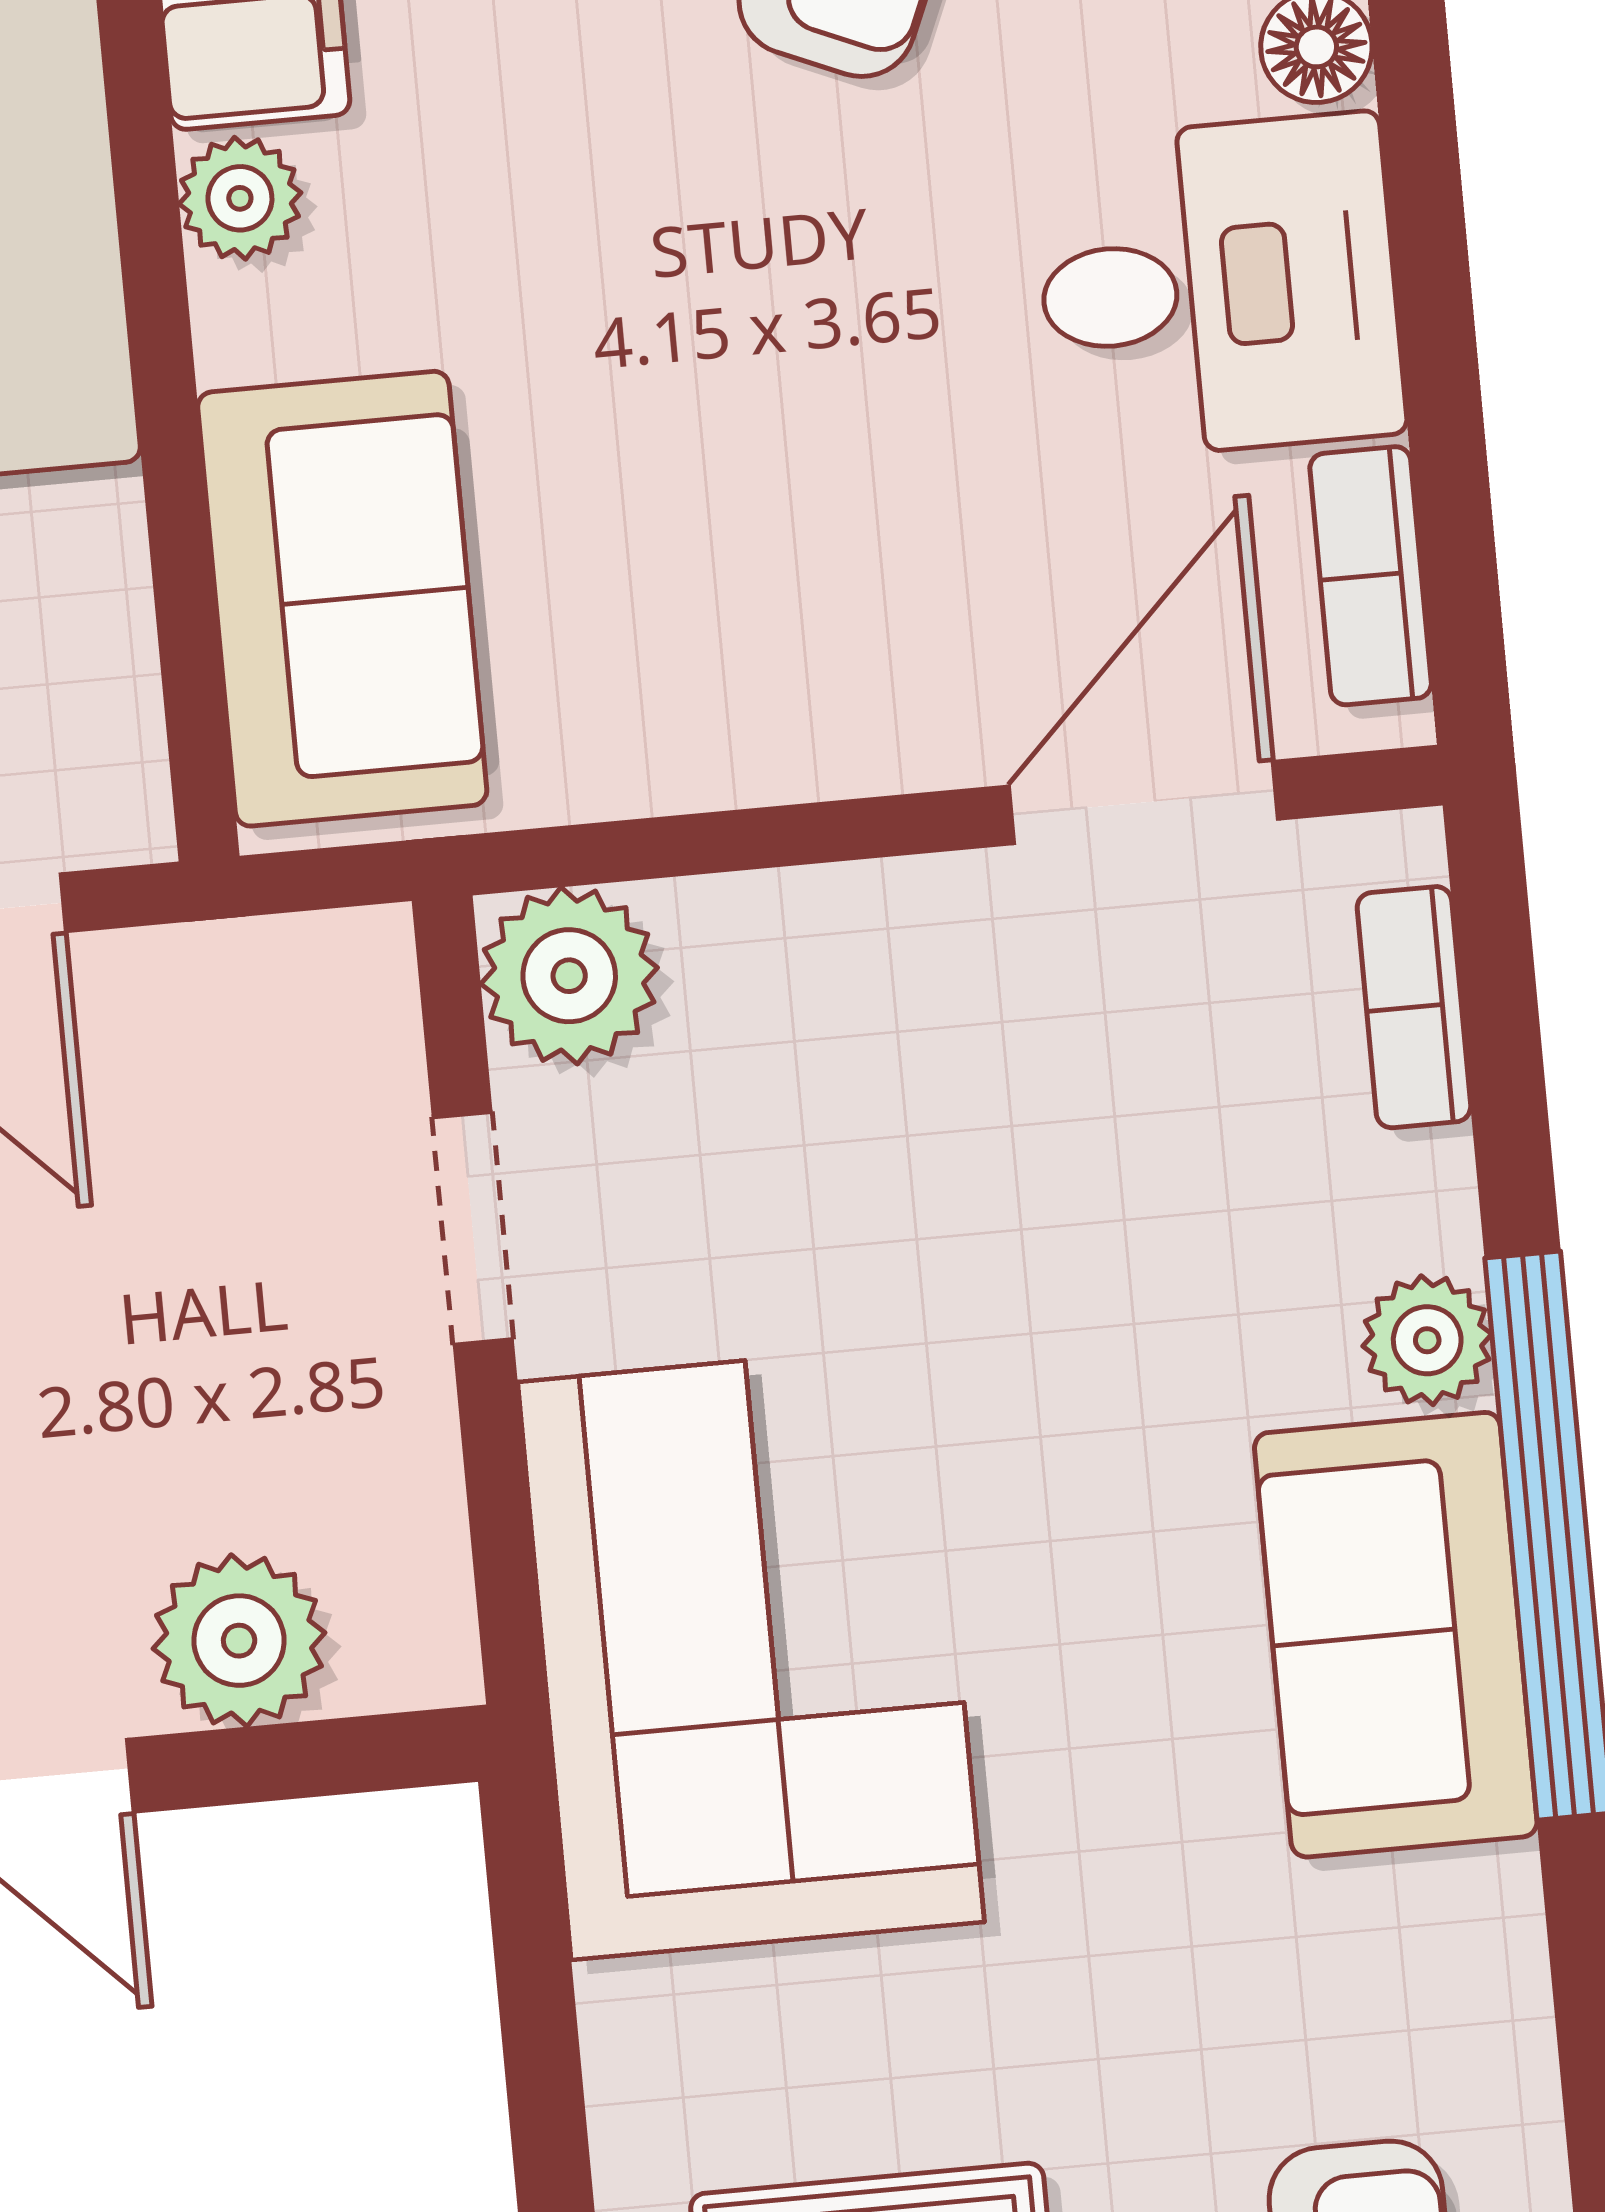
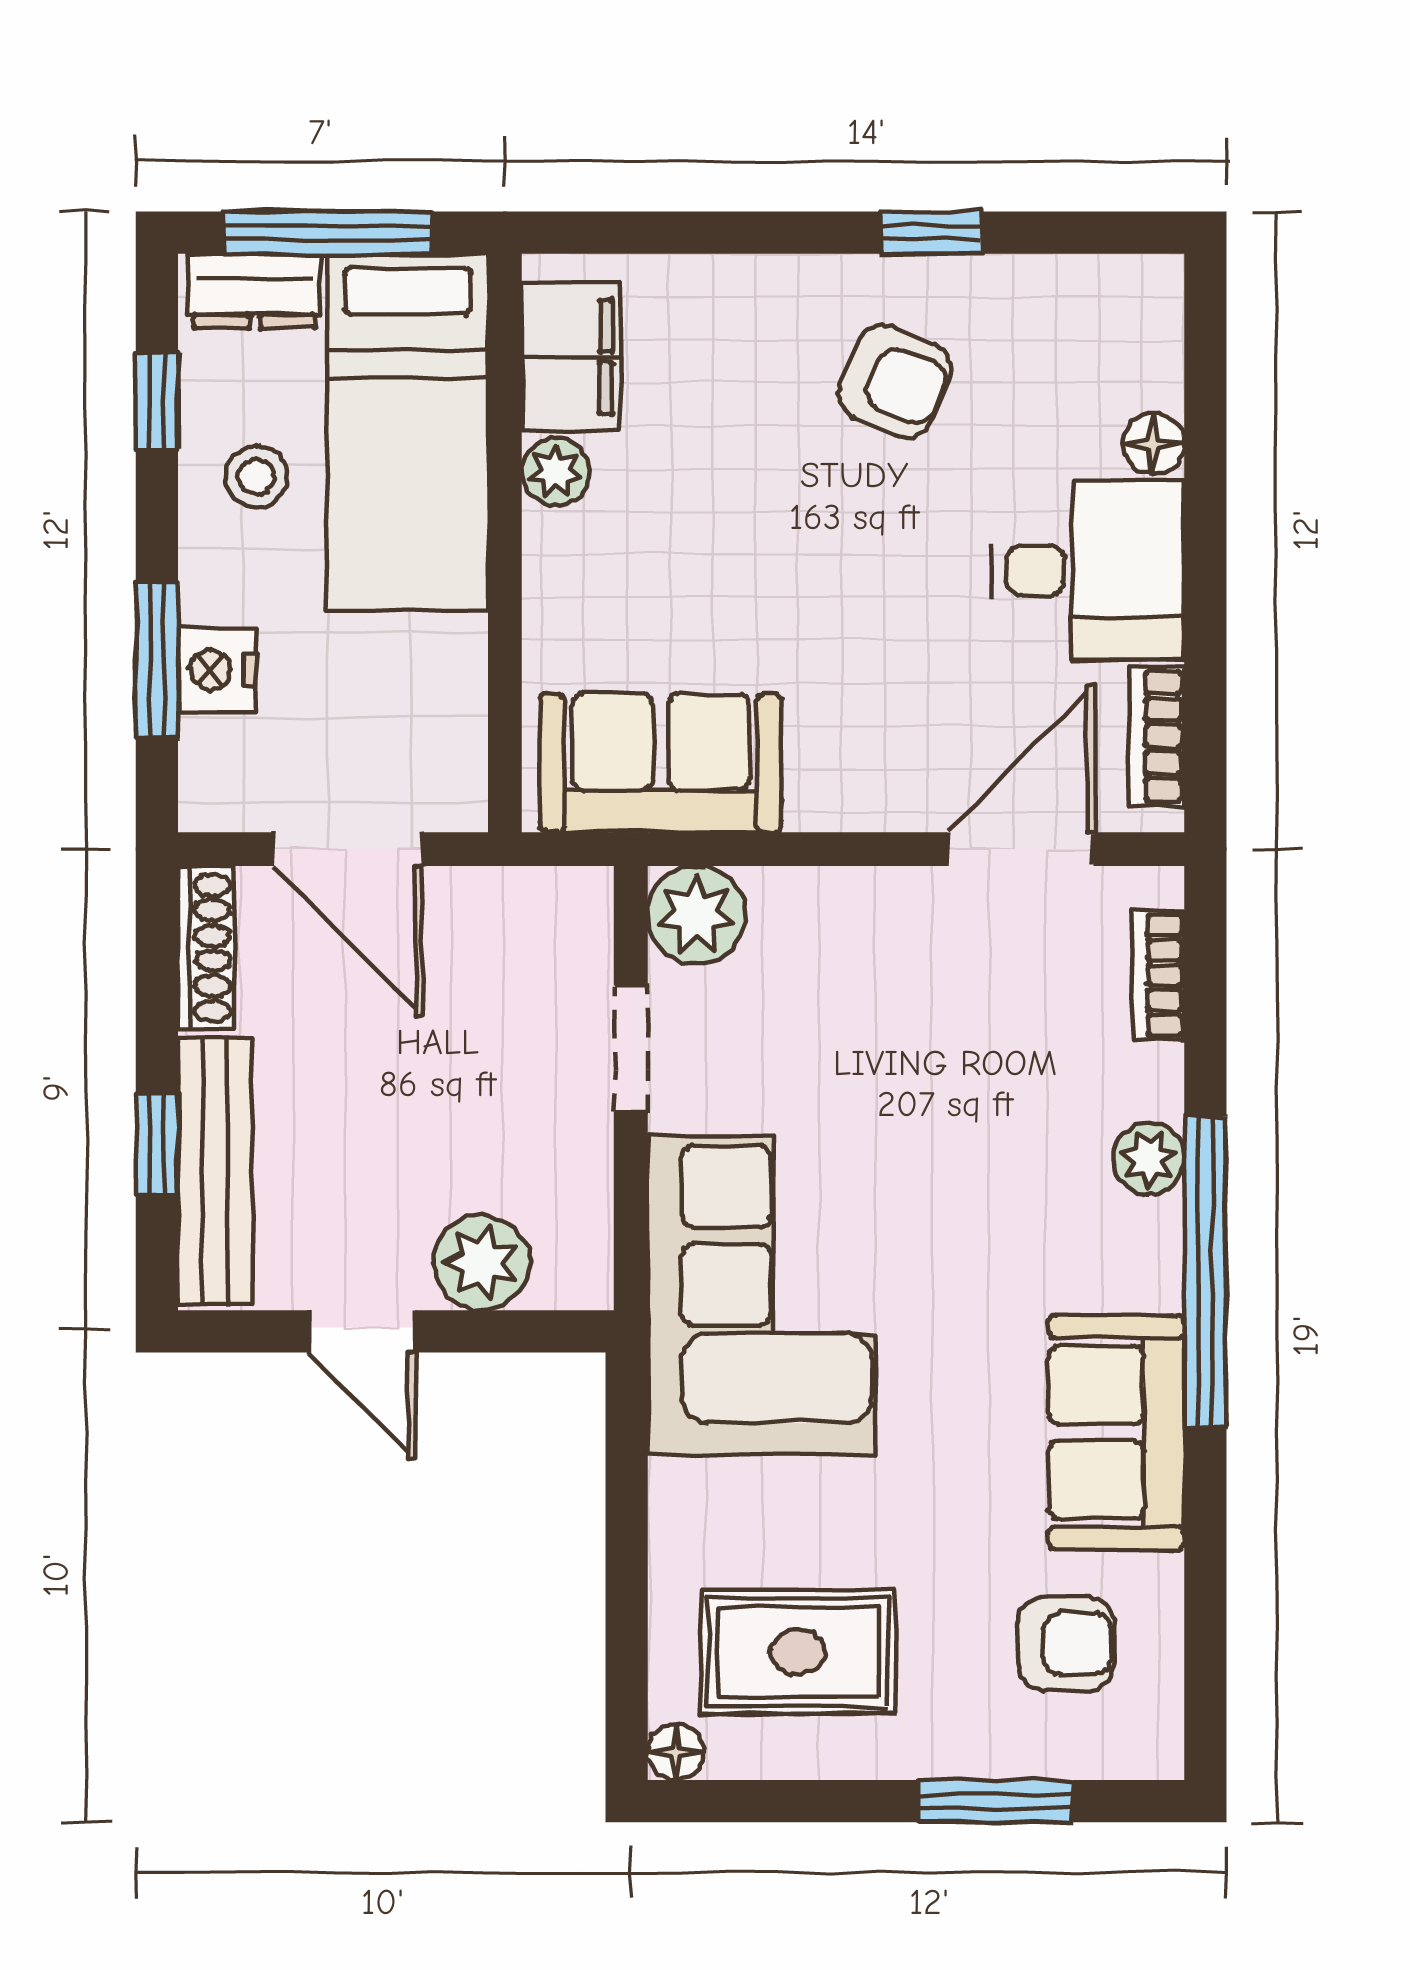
sofa: (342, 599) -> (661, 763), moved, turned -90
sofa: (1396, 1635) -> (1116, 1432), moved

